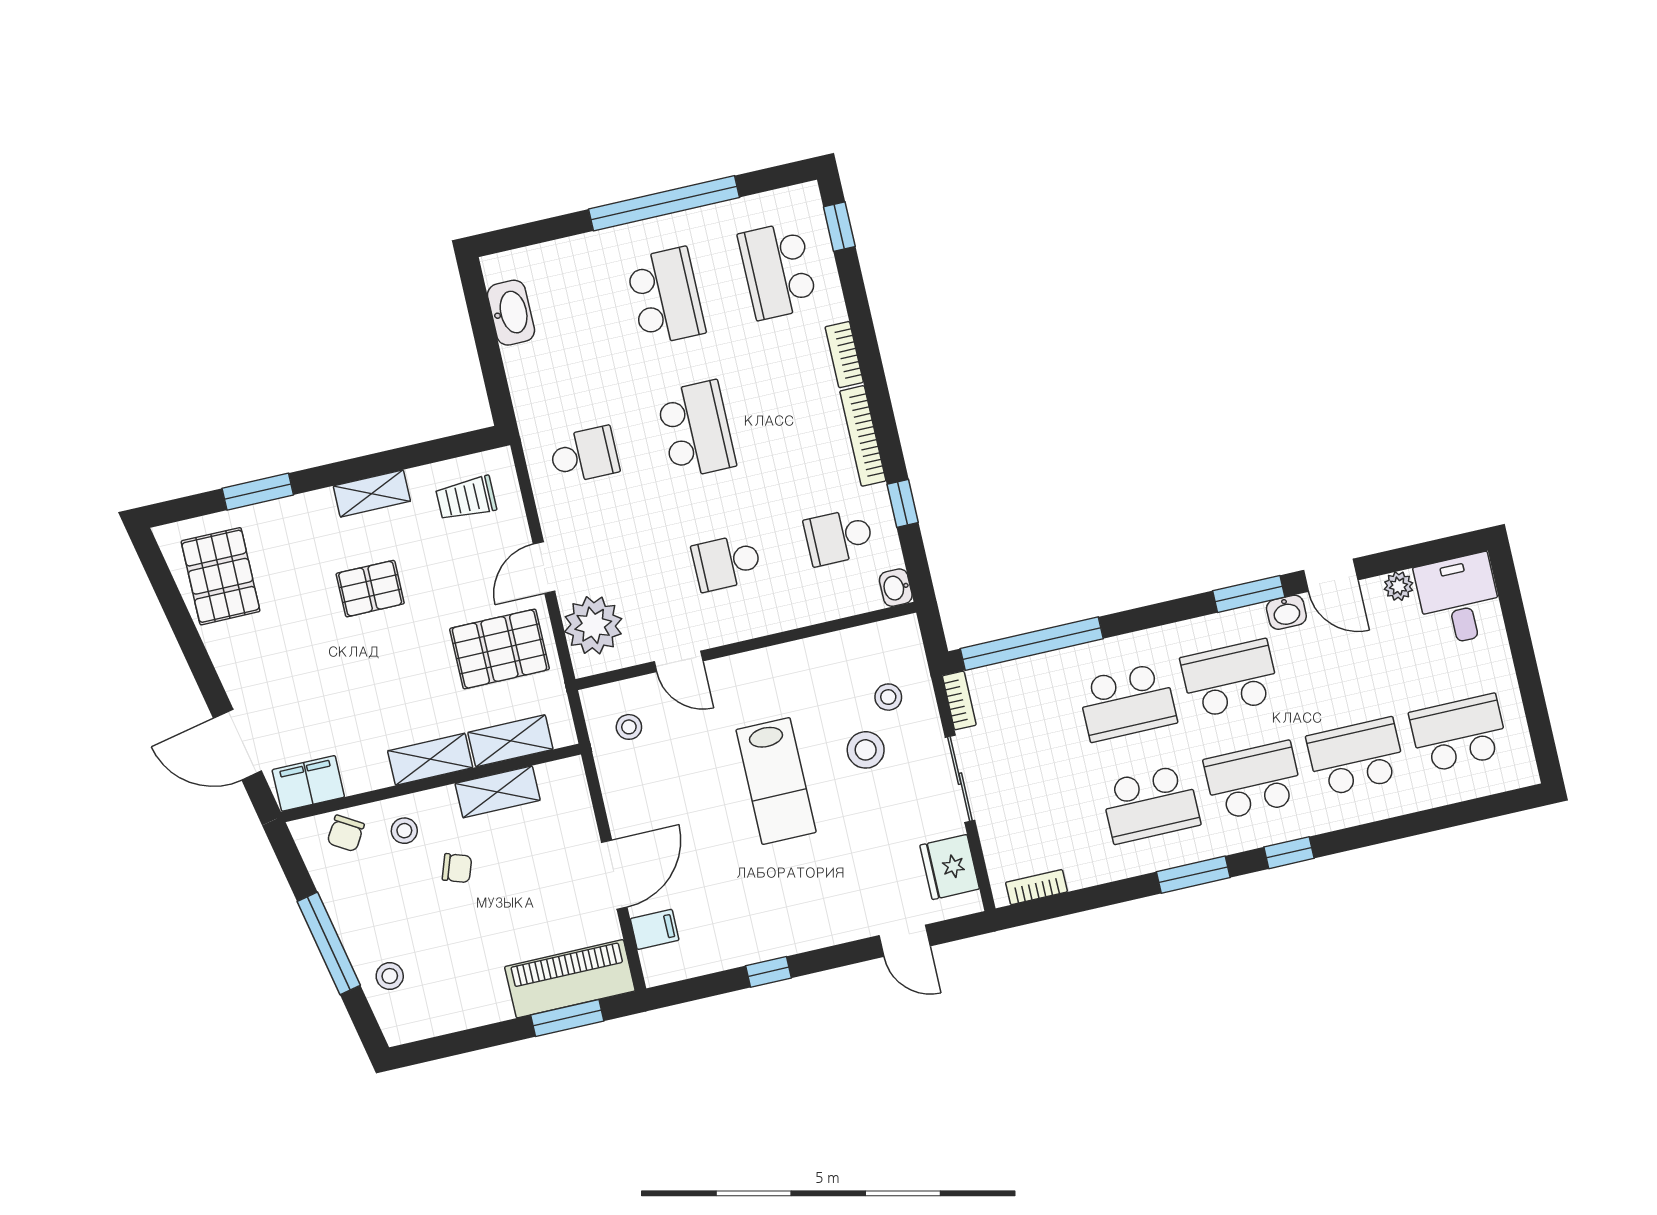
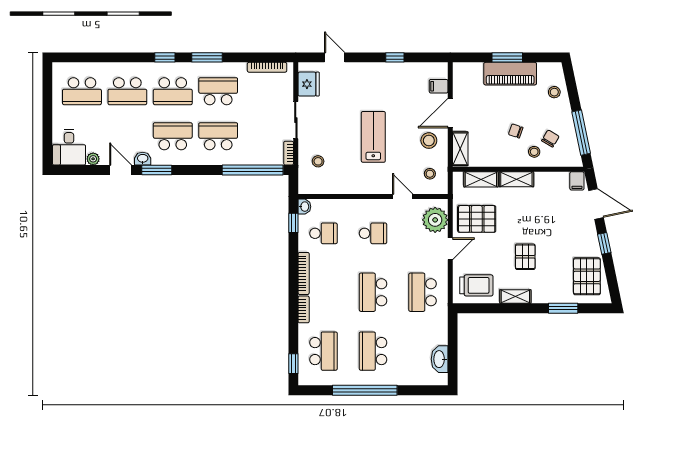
school desk: (584, 455) -> (423, 292), width x1.85
trolley: (466, 498) -> (476, 285), width x1.36, depth x1.39
window: (903, 503) -> (293, 223), moved
pallet: (370, 589) -> (525, 257), turned 90
window: (198, 660) -> (604, 243), added
school desk: (1230, 679) -> (173, 136), turned 180
stool: (866, 750) -> (429, 141), moved
filing cabinet: (308, 783) -> (577, 181), width x0.50
shelving: (498, 792) -> (460, 149), moved, turned 90
chair: (346, 833) -> (550, 139), moved
bookcase: (1036, 887) -> (267, 67), width x1.56
window: (329, 943) -> (581, 133), moved
piano: (570, 979) -> (510, 74), moved
window: (567, 1018) -> (507, 57), moved

